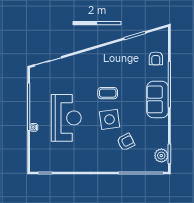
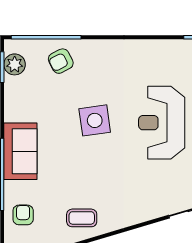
coffee table: (108, 93) -> (82, 218), moved
armchair: (126, 142) -> (61, 61), moved

